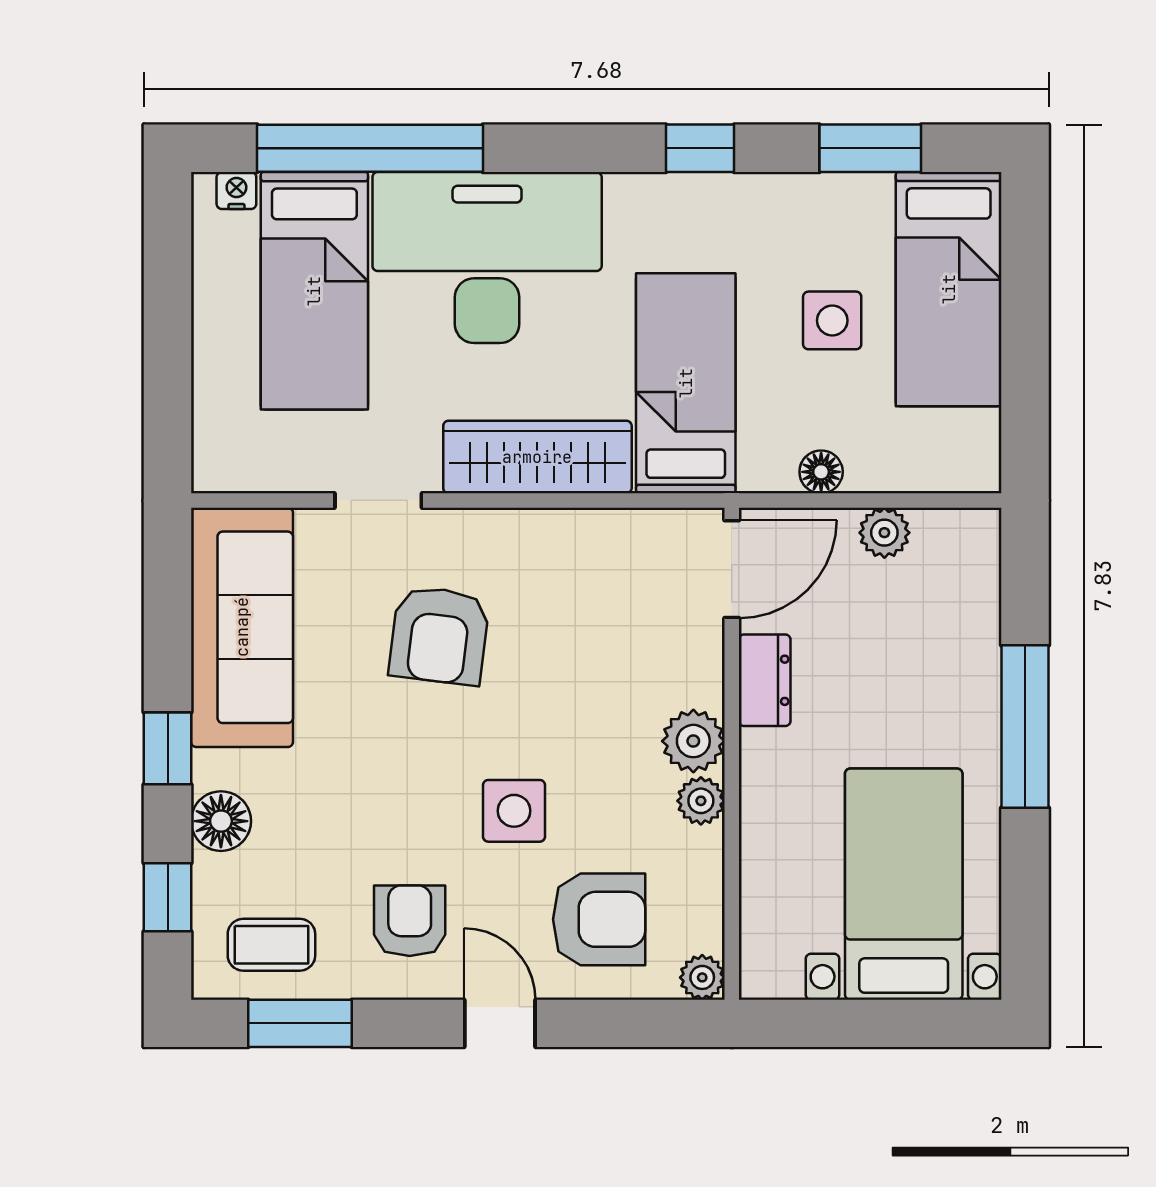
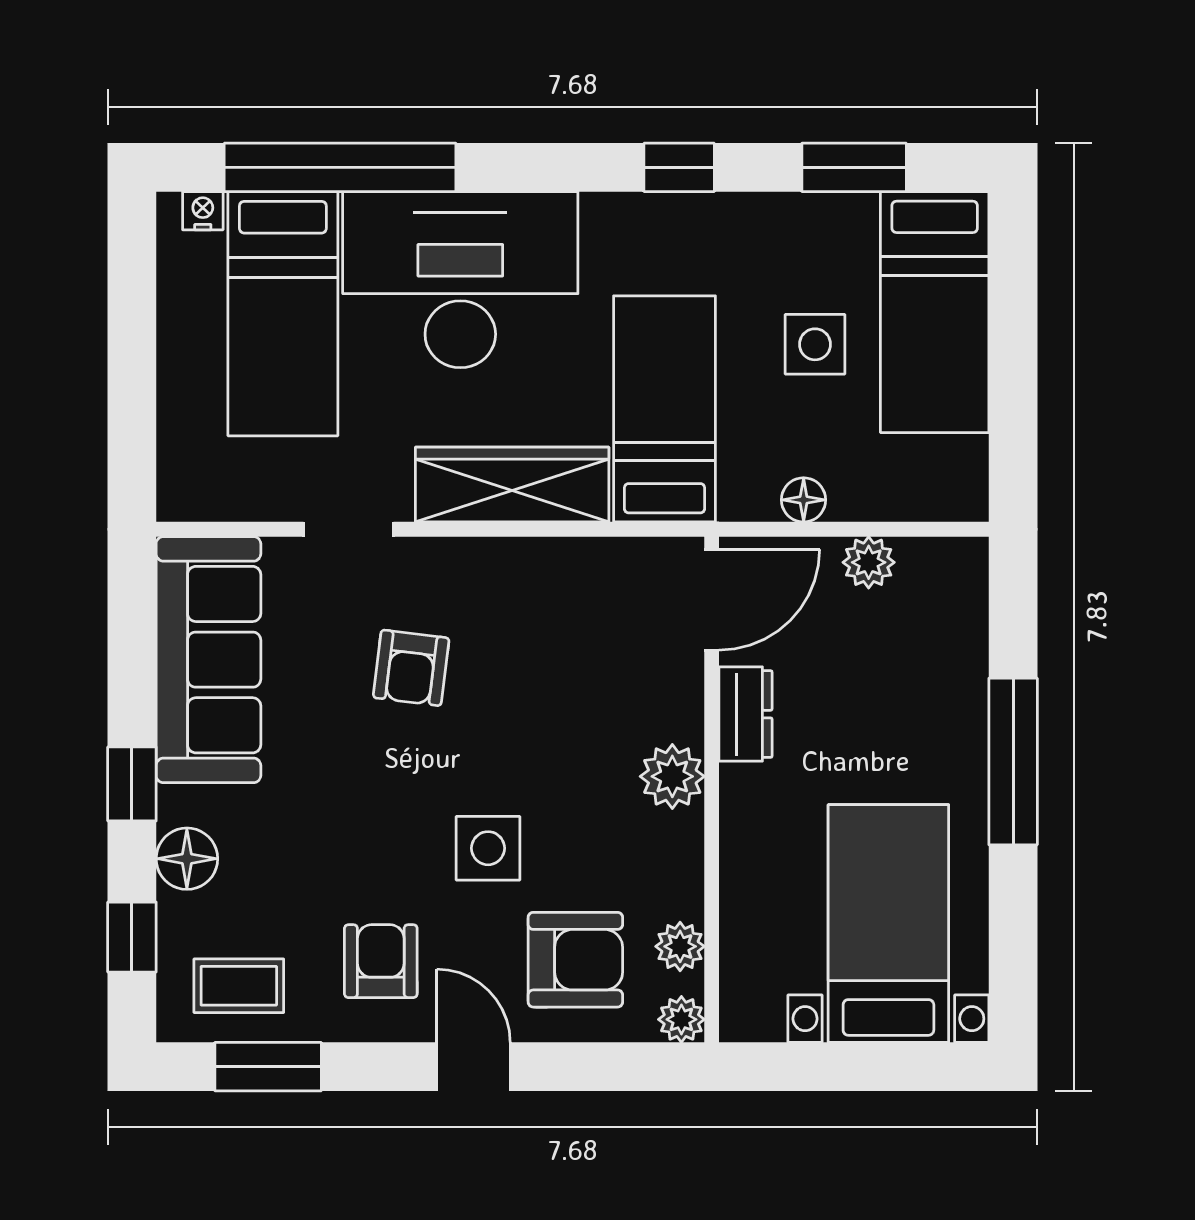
armchair: (439, 635) -> (411, 668), width x0.72, depth x0.72
plant: (701, 801) -> (680, 946), moved

